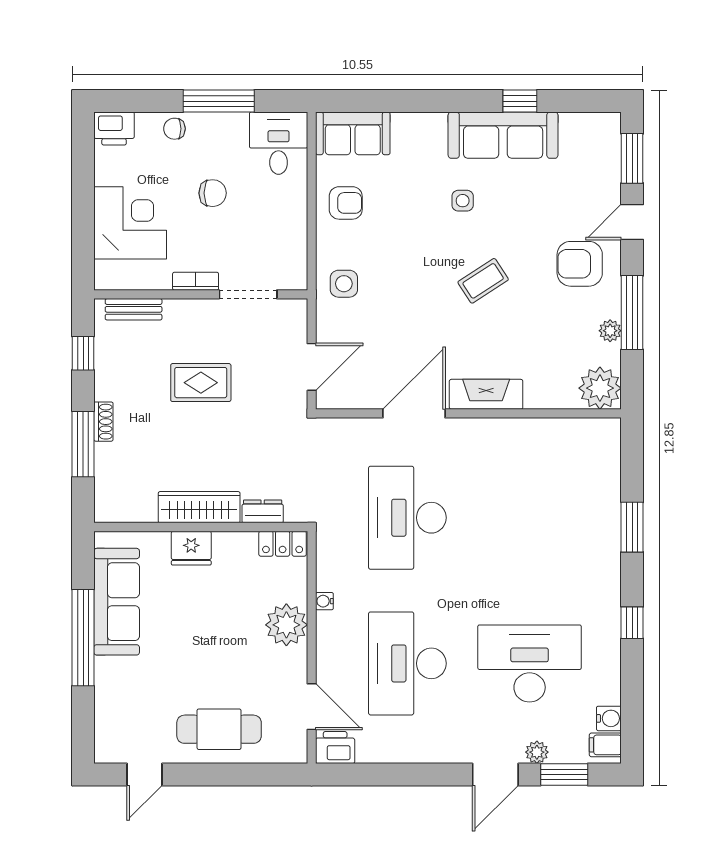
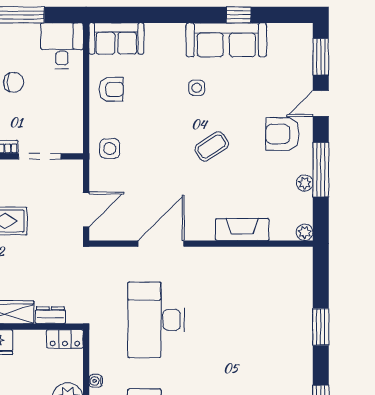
plant: (600, 388) -> (305, 232), width x0.53, depth x0.53
fireplace: (486, 394) -> (242, 230), moved

